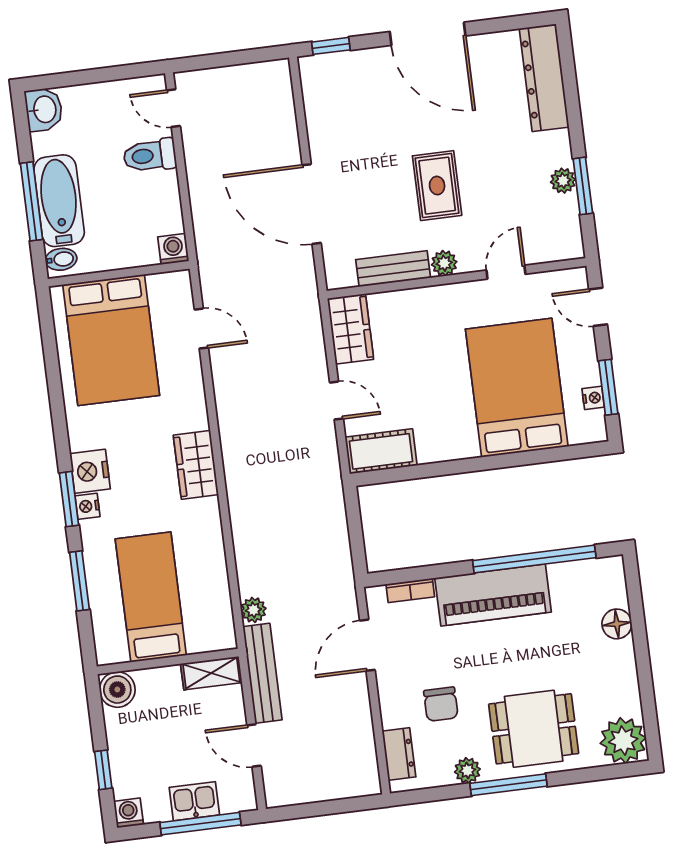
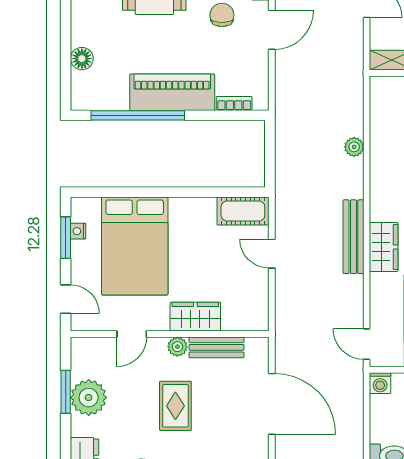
plant: (563, 181) -> (89, 398), width x1.88, depth x1.88
door: (201, 329) -> (367, 344), moved
wardrobe: (351, 329) -> (195, 317), moved, turned 90
wardrobe: (196, 465) -> (384, 247), moved
plant: (253, 610) -> (354, 147), moved
door: (367, 645) -> (272, 30), moved
bench: (262, 673) -> (353, 237), moved

